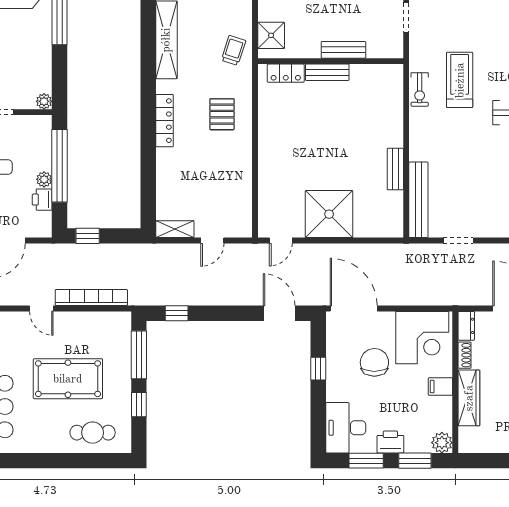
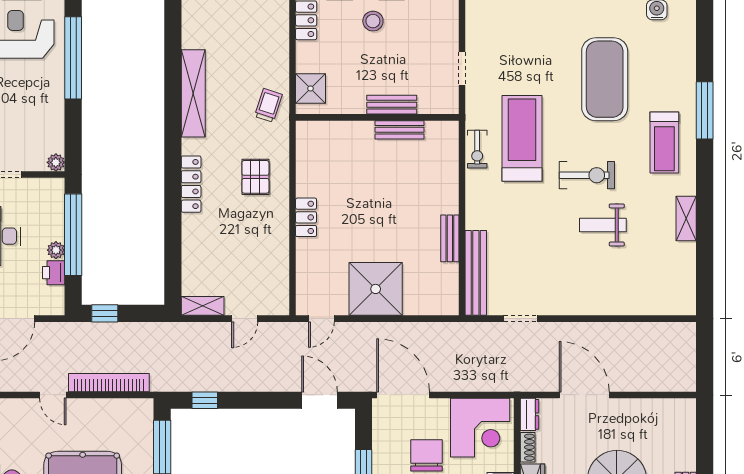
bench: (327, 72) -> (400, 130), moved
locker: (286, 73) -> (306, 217), moved, turned -90
treadmill: (460, 80) -> (522, 138), width x1.37, depth x1.38

